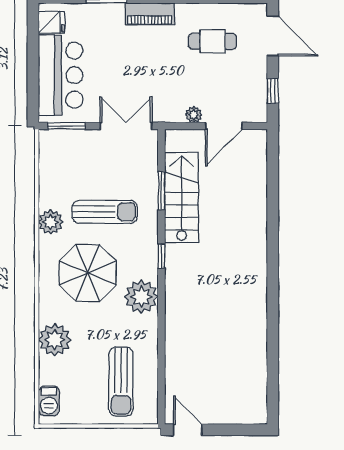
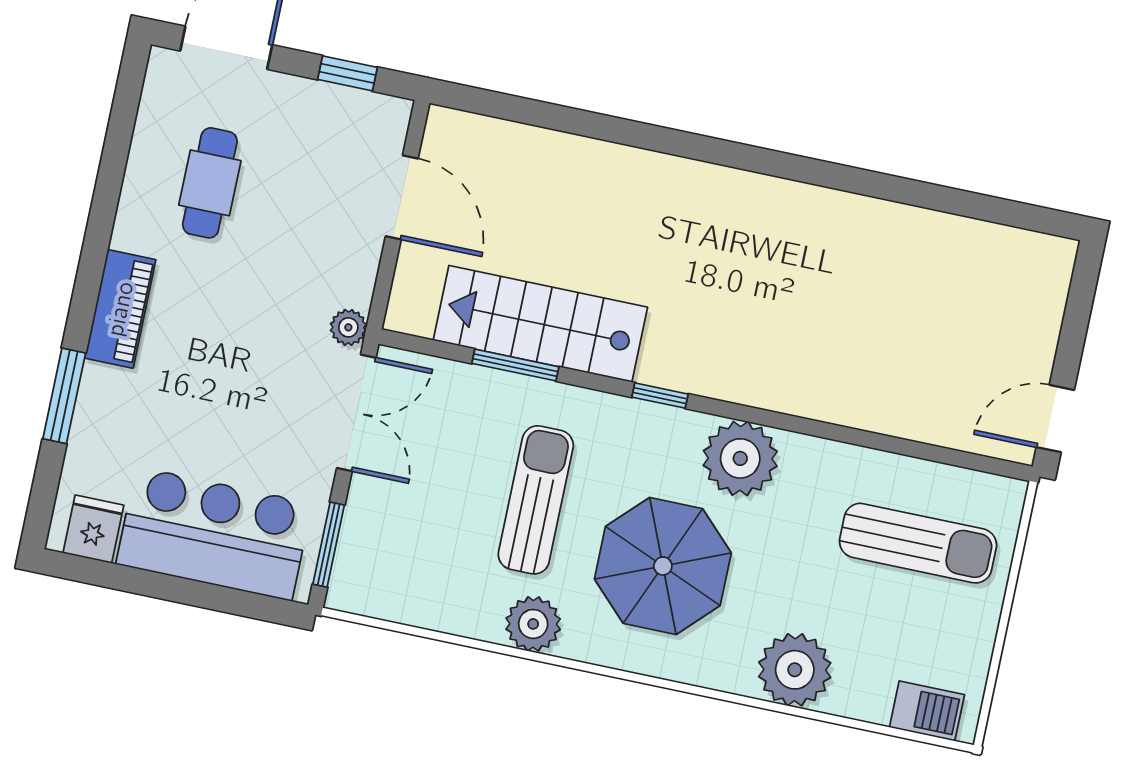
plant: (194, 115) -> (348, 327), moved
double door: (126, 126) -> (356, 413), swing flipped

